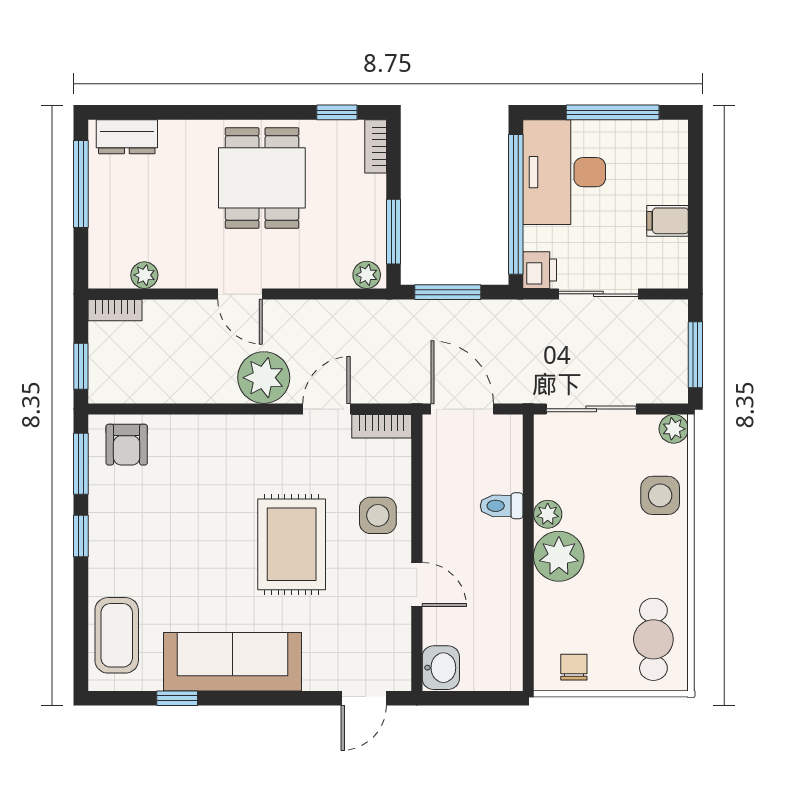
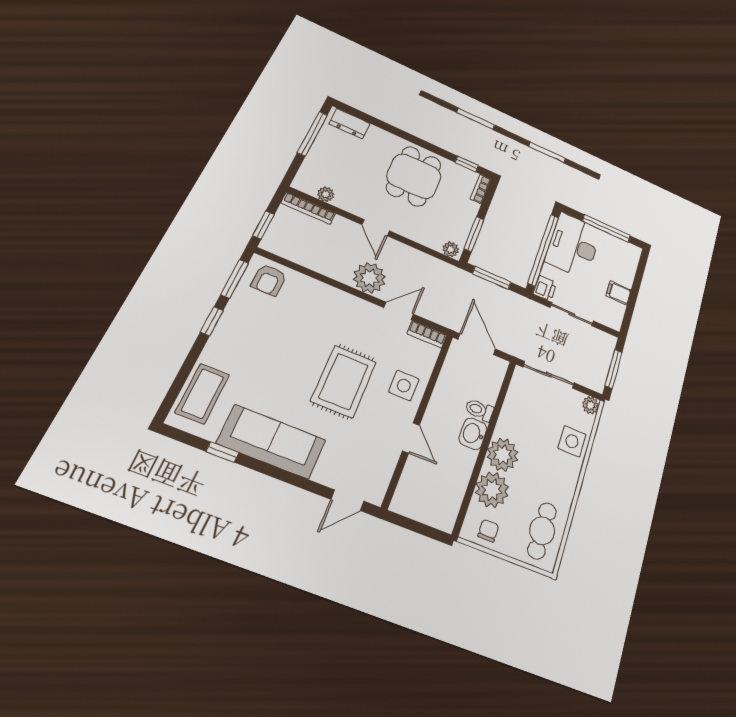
bookcase: (115, 310) -> (308, 208), width x1.56
plant: (548, 514) -> (492, 490), moved, width x1.88, depth x1.88
washbasin: (441, 668) -> (473, 434), moved, turned 180

